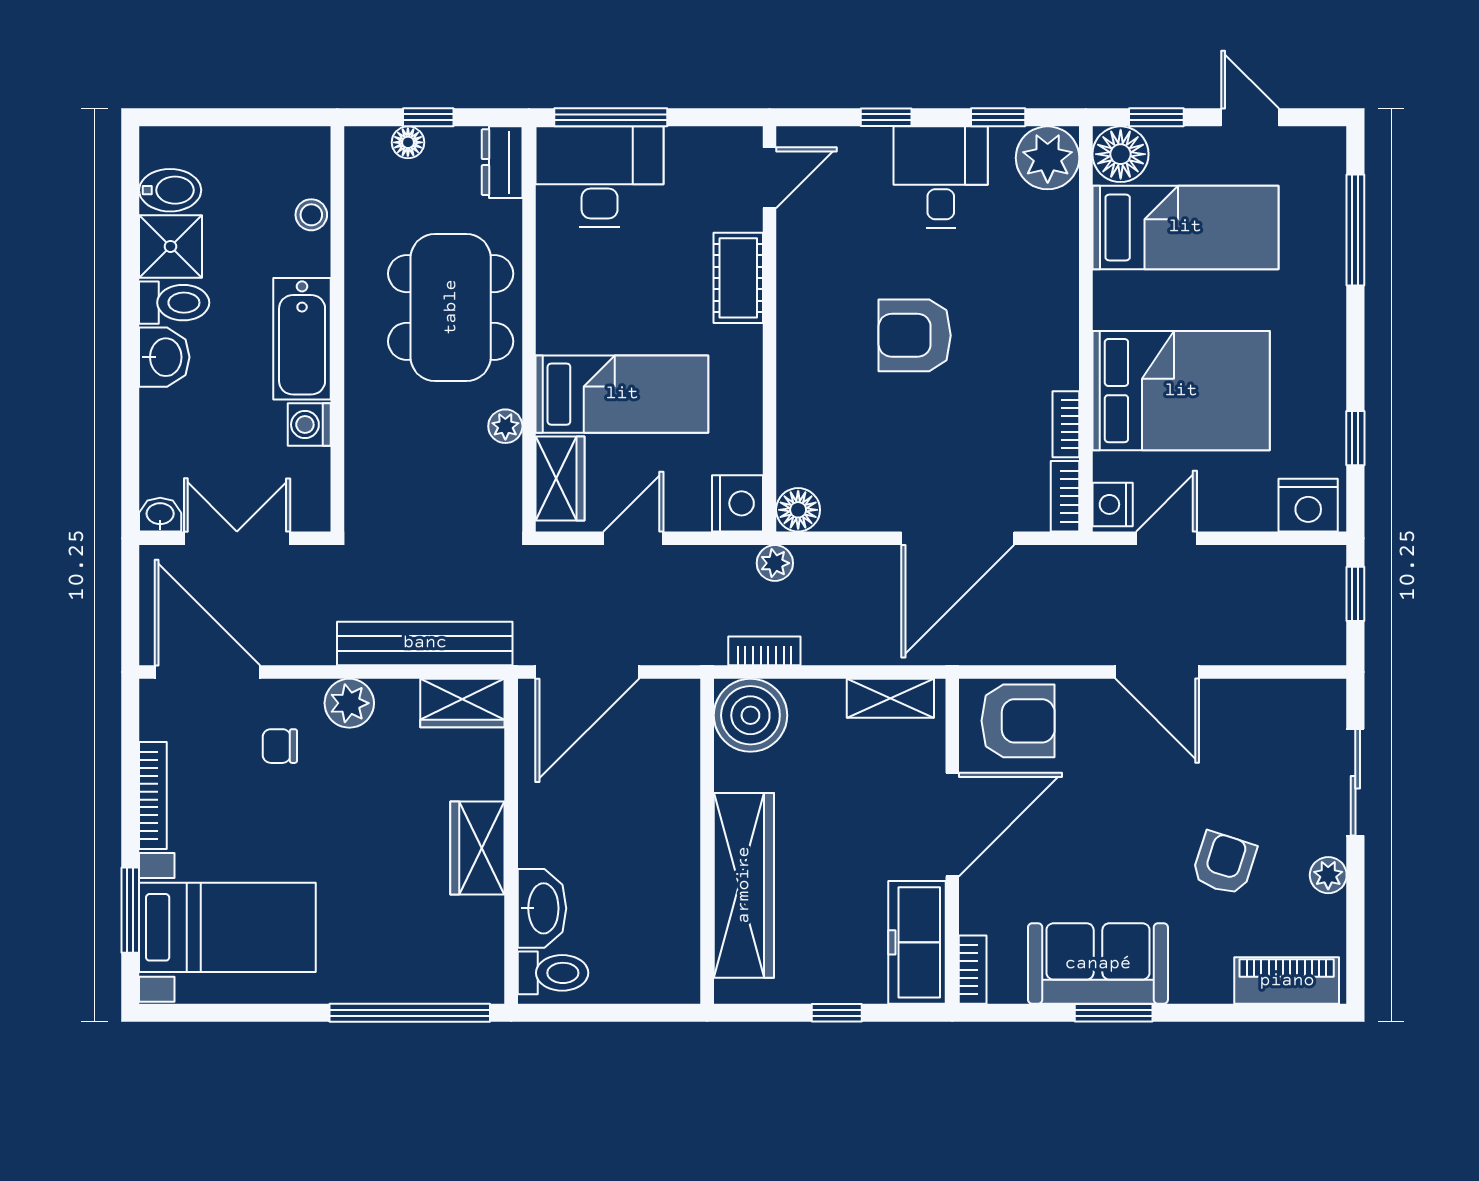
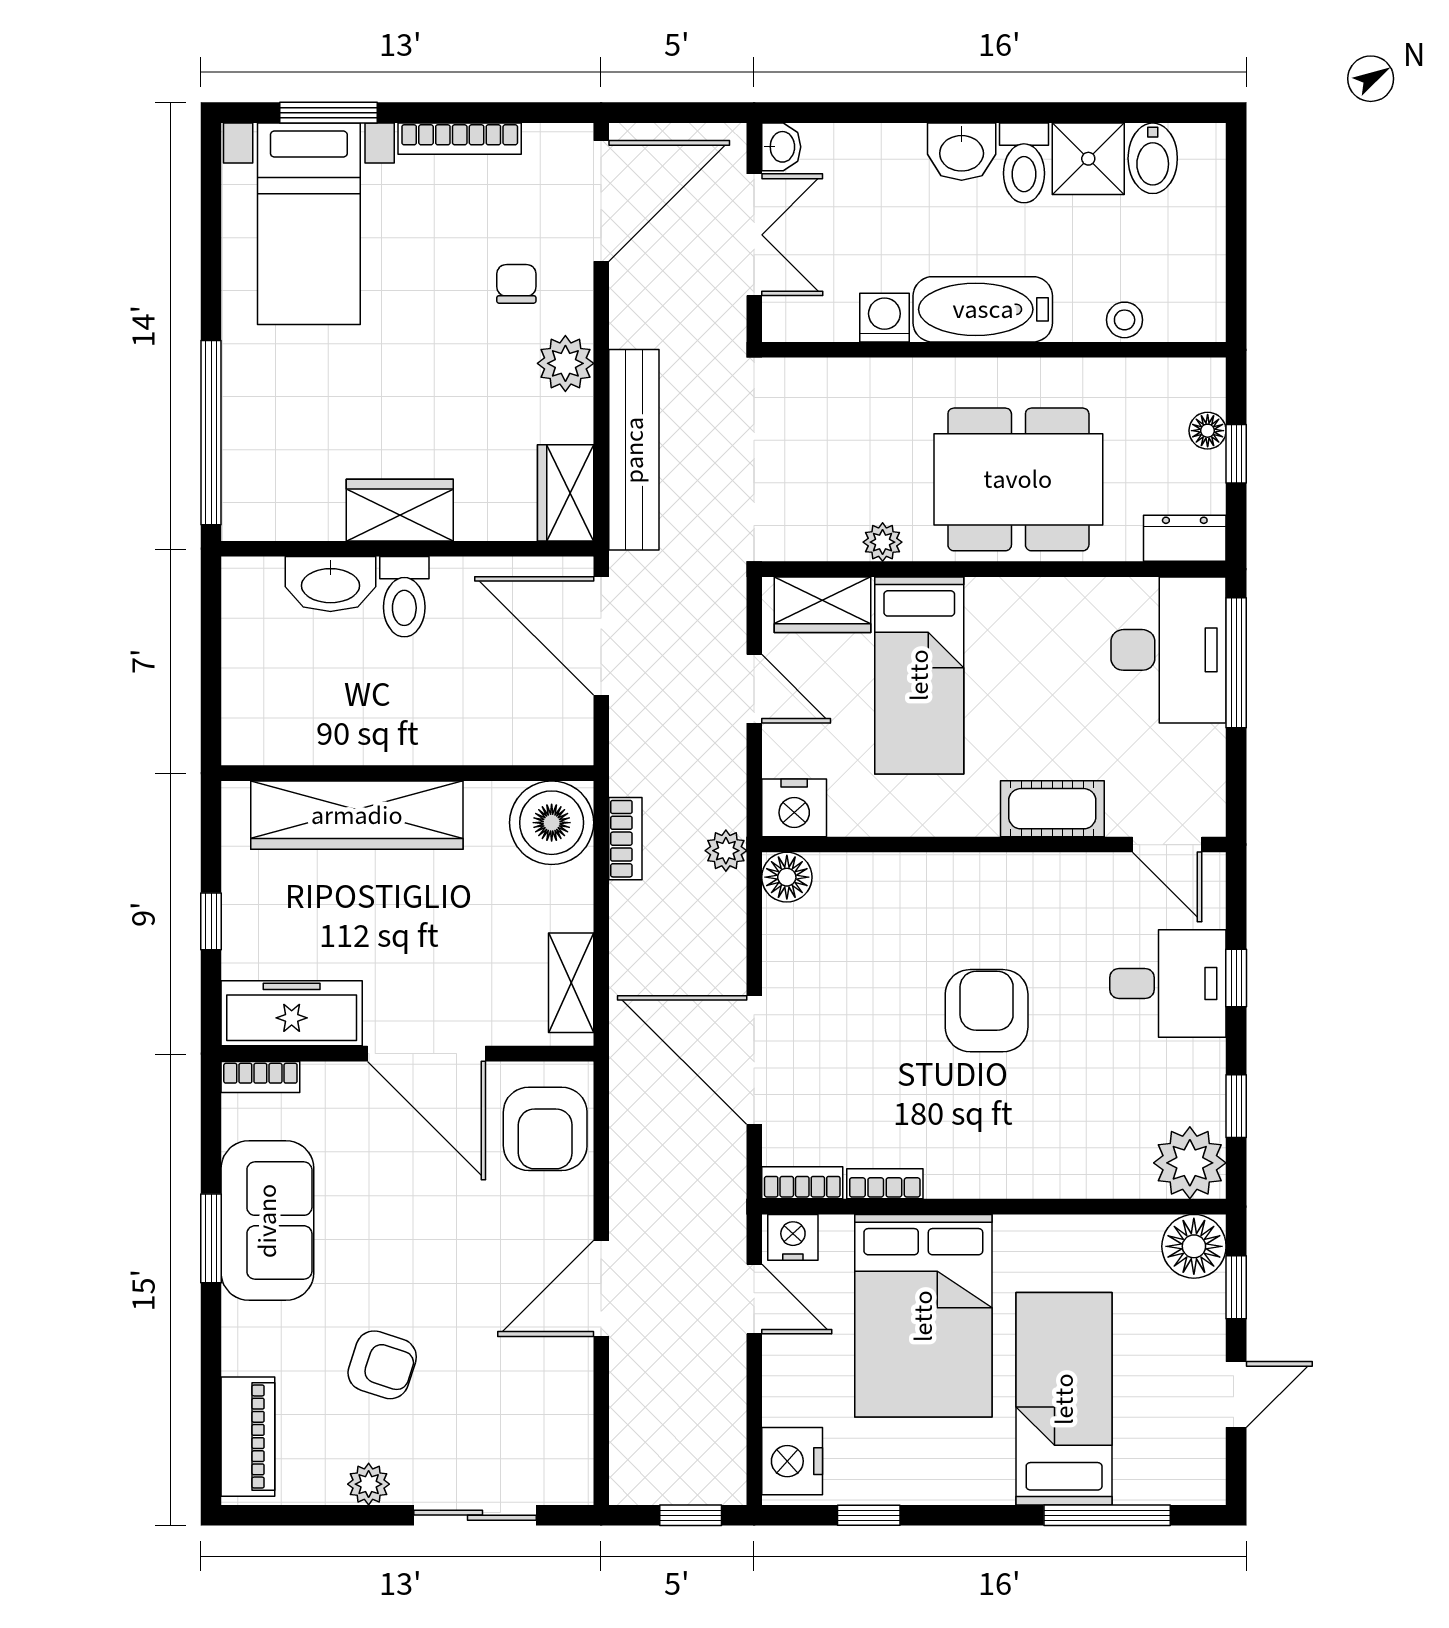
desk: (941, 177) -> (1168, 983), moved
bed: (1185, 227) -> (1064, 1399), moved, turned 180
toilet: (553, 973) -> (404, 597), moved

